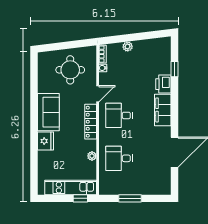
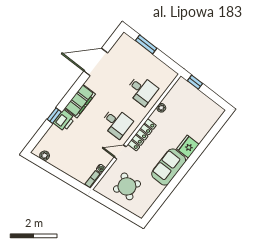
plant: (128, 46) -> (45, 156), moved
window: (175, 69) -> (54, 116), moved
round table: (70, 70) -> (127, 186), turned 38
kitchen unit: (71, 188) -> (196, 96), removed
window: (130, 198) -> (146, 44), moved

